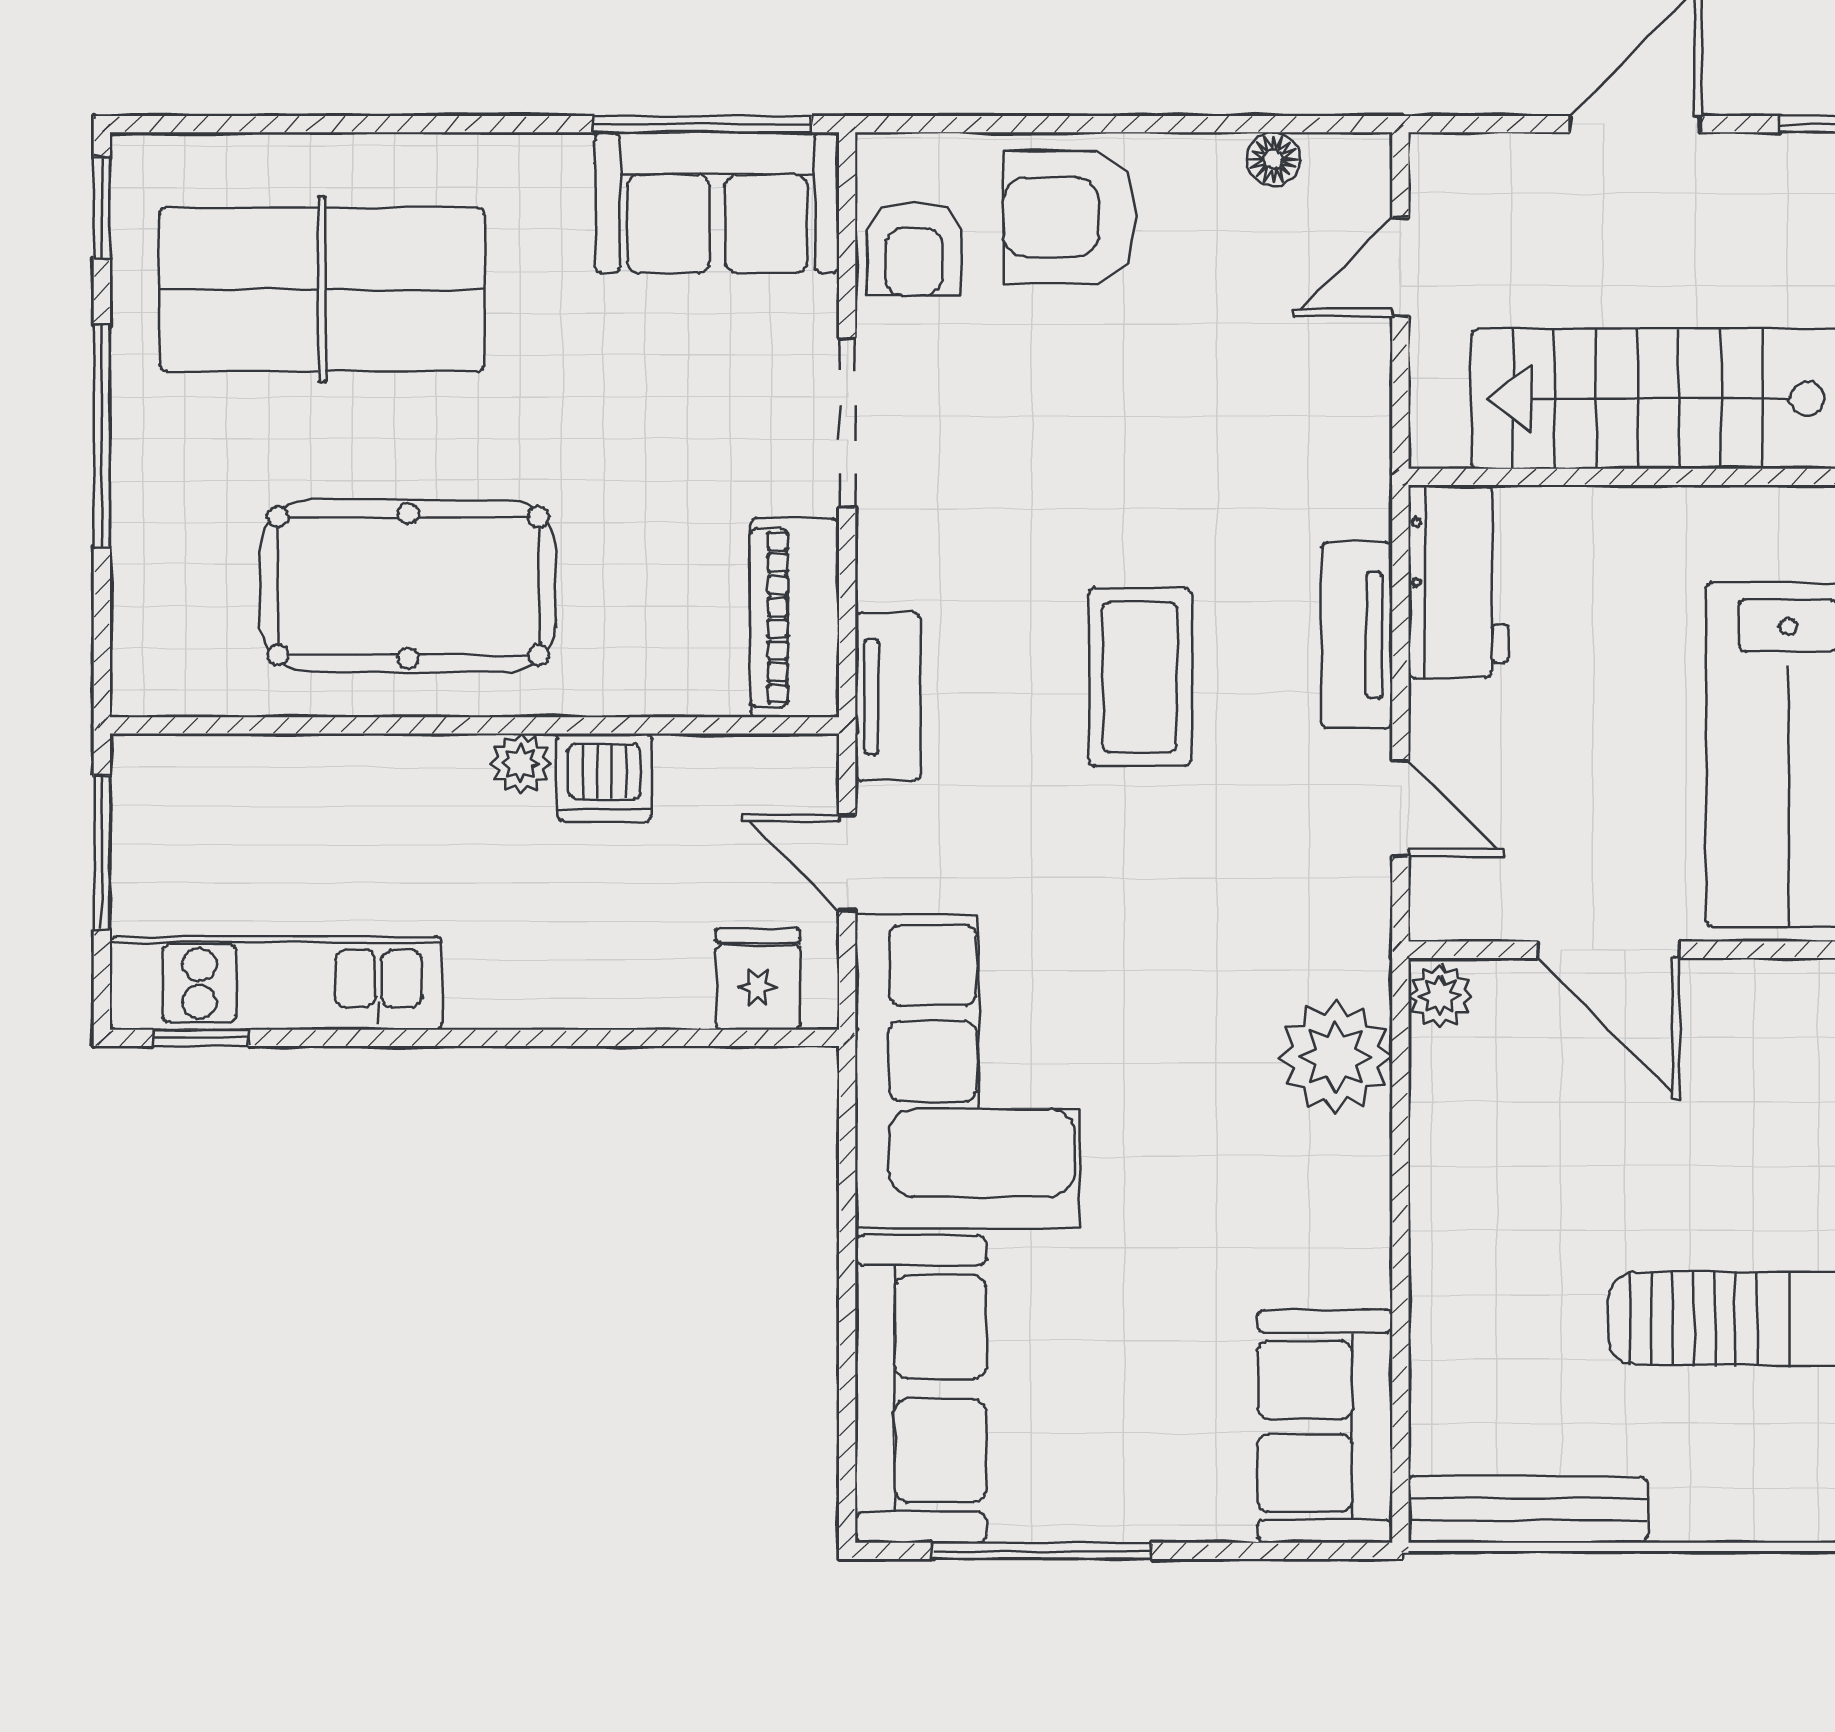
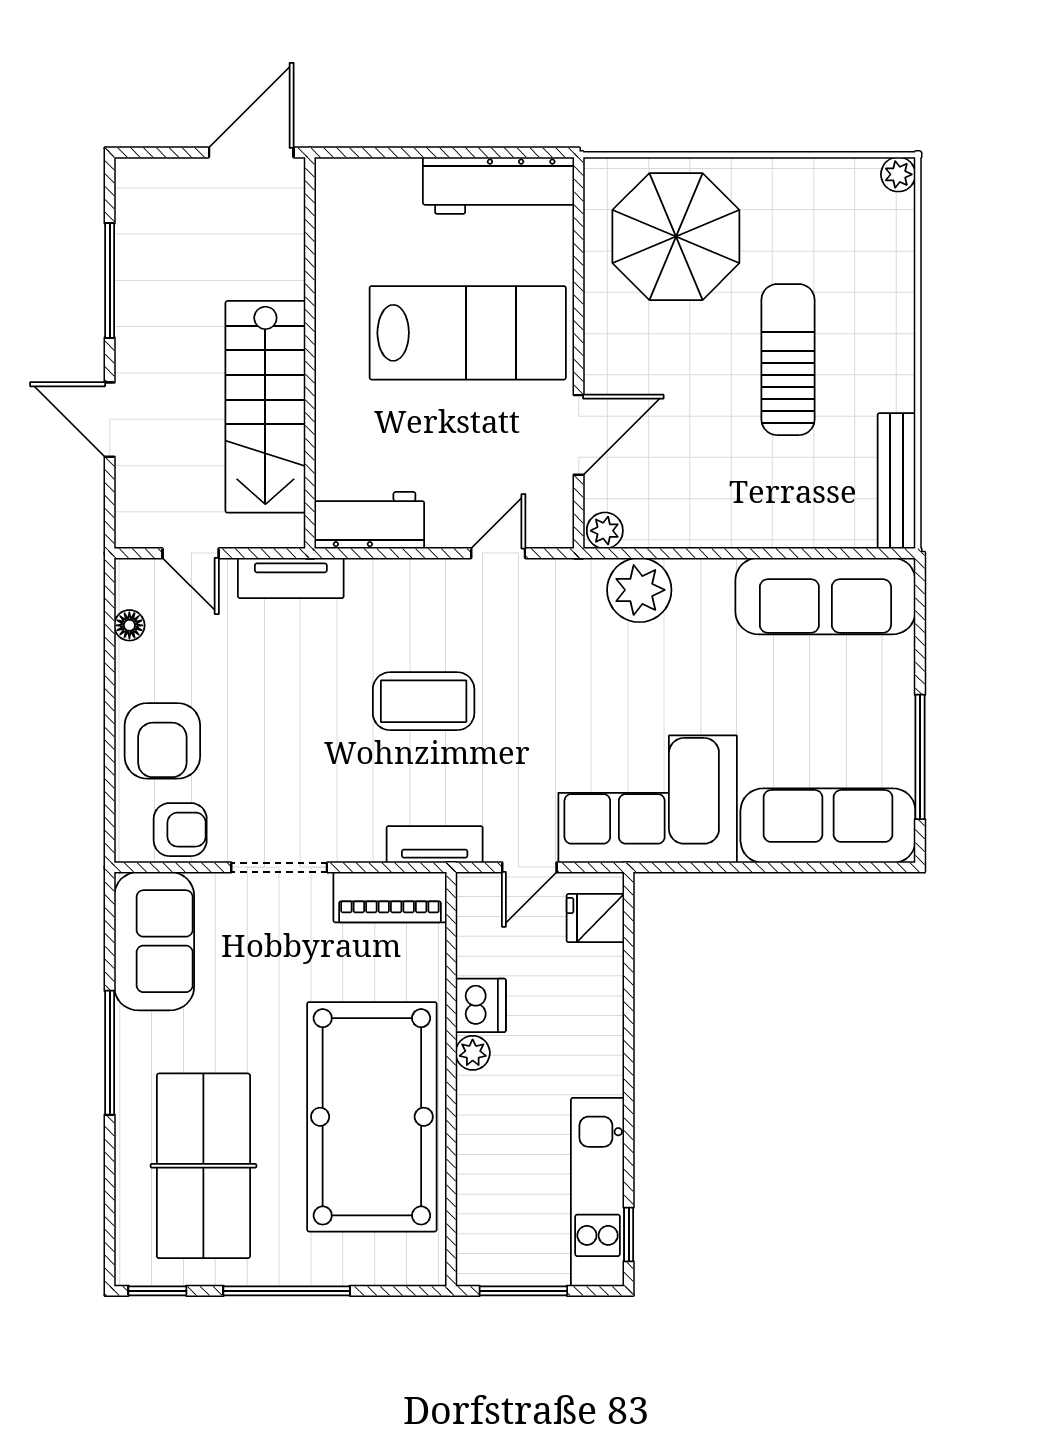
window: (702, 124) -> (110, 1053), moved
pool table: (408, 586) -> (372, 1117), width x1.36, depth x1.32
tv unit: (1357, 635) -> (291, 578), moved
sofa: (1325, 1426) -> (825, 596), width x1.36

